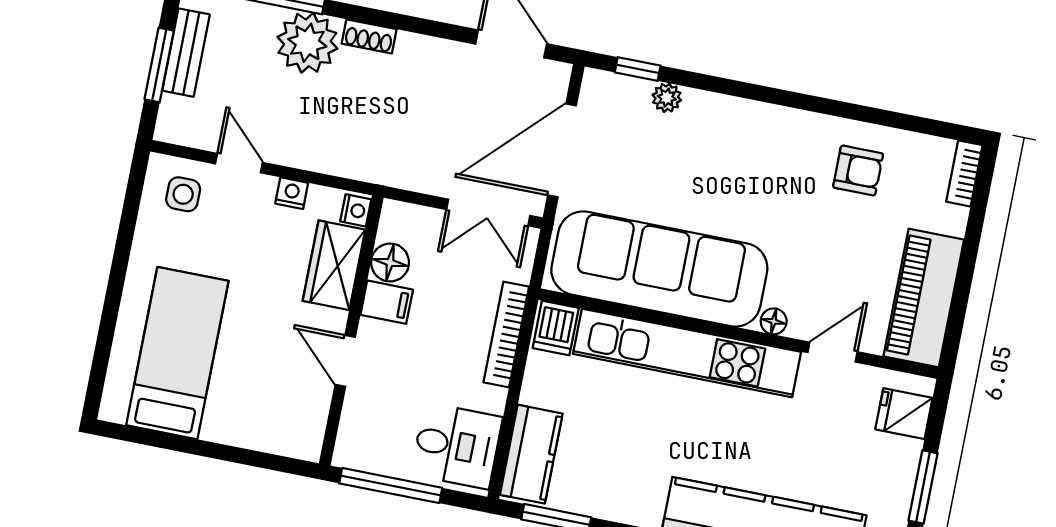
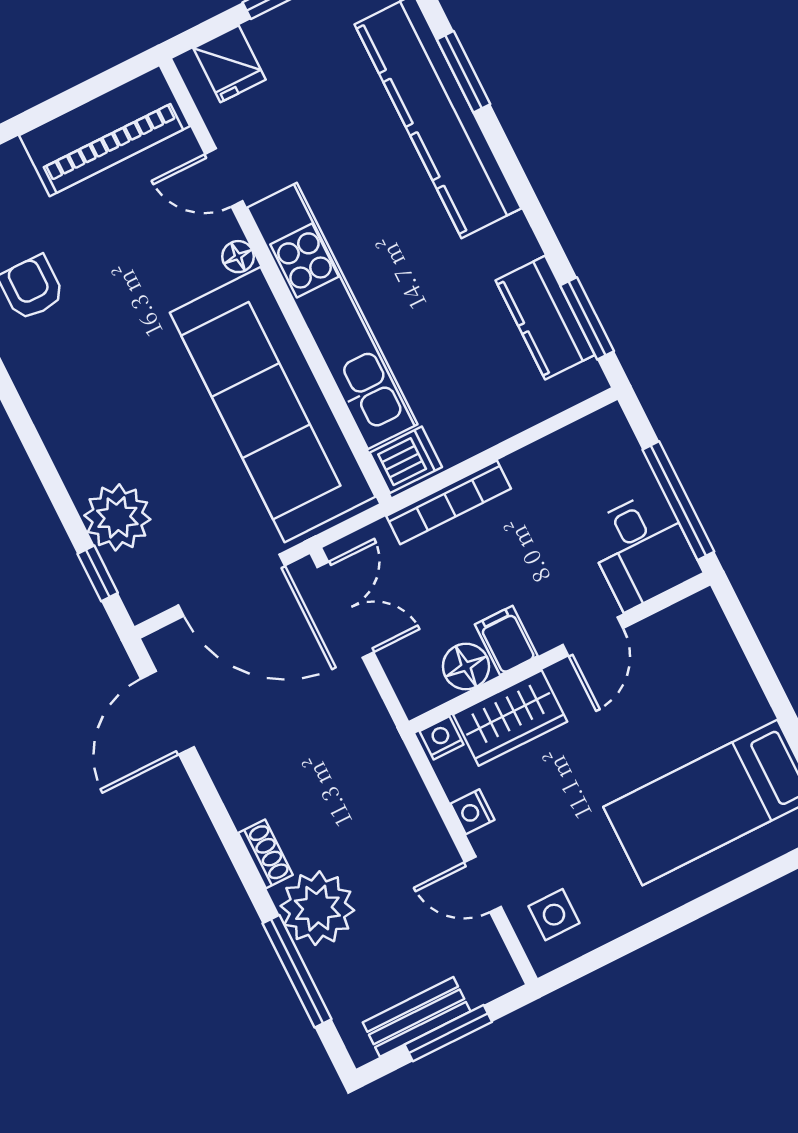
plant: (667, 98) -> (117, 517), width x1.88, depth x1.88
door: (239, 163) -> (483, 884), hinge flipped
desk: (457, 446) -> (642, 550), moved, turned 180
kitchen counter: (531, 454) -> (545, 318), moved, turned -90

